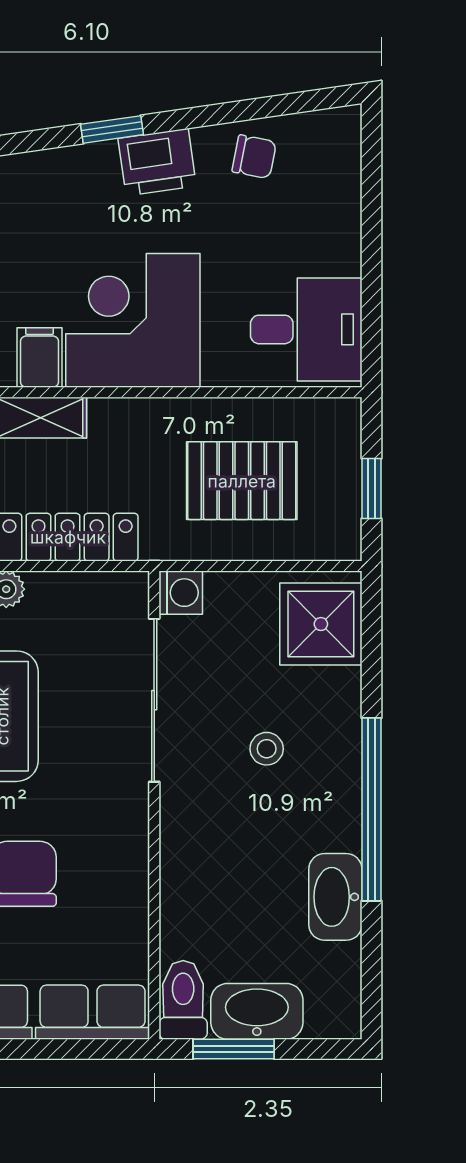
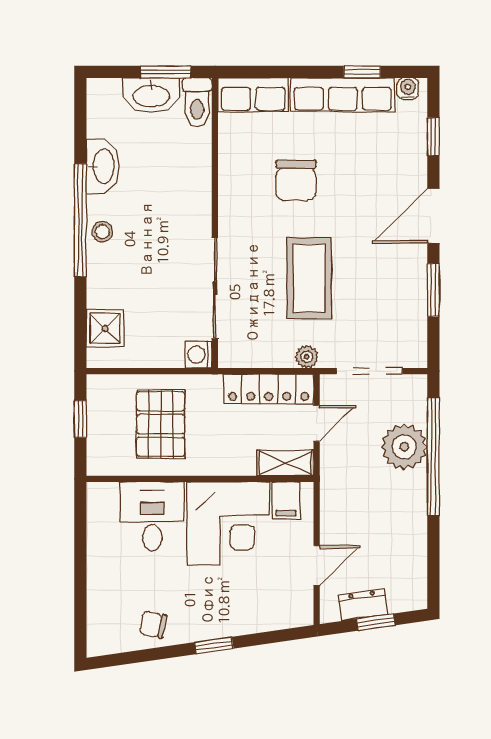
window: (112, 129) -> (214, 645), moved
printer: (157, 162) -> (213, 621), removed
desk: (306, 329) -> (152, 516), moved, turned 90
pallet: (242, 481) -> (161, 424), turned 90
shower: (321, 624) -> (105, 328), width x0.73, depth x0.73
stool: (267, 749) -> (102, 232), moved

